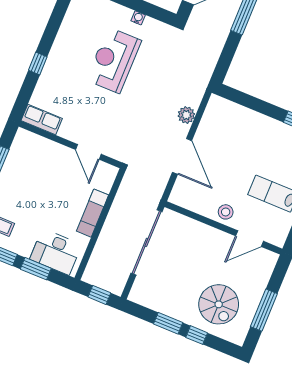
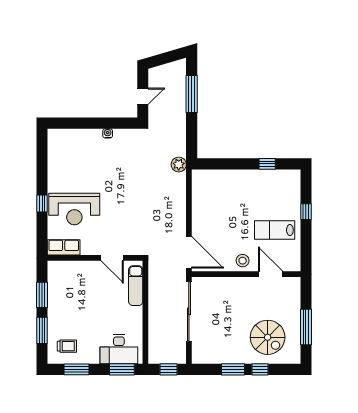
reception desk: (114, 60) -> (74, 209), moved, turned -90
plant: (186, 115) -> (179, 165), moved
door: (182, 156) -> (189, 252), moved
exam couch: (93, 213) -> (136, 286), moved
door: (249, 239) -> (271, 274), swing flipped
window: (36, 269) -> (122, 369), moved

